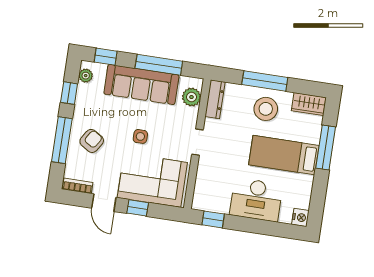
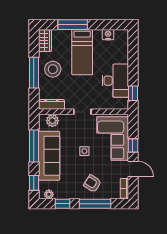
desk: (256, 200) -> (115, 81), moved
door: (104, 203) -> (133, 169), hinge flipped
nightstand: (300, 217) -> (108, 35), moved

